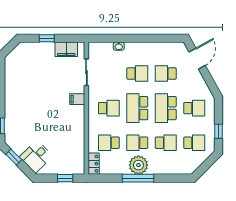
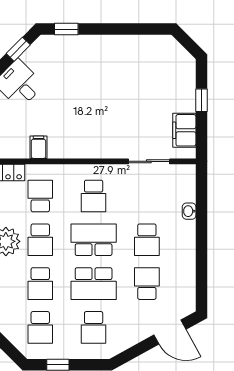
filing cabinet: (77, 99) -> (39, 147), moved
school desk: (166, 108) -> (94, 284), turned 180
school desk: (137, 143) -> (40, 240), turned 180

